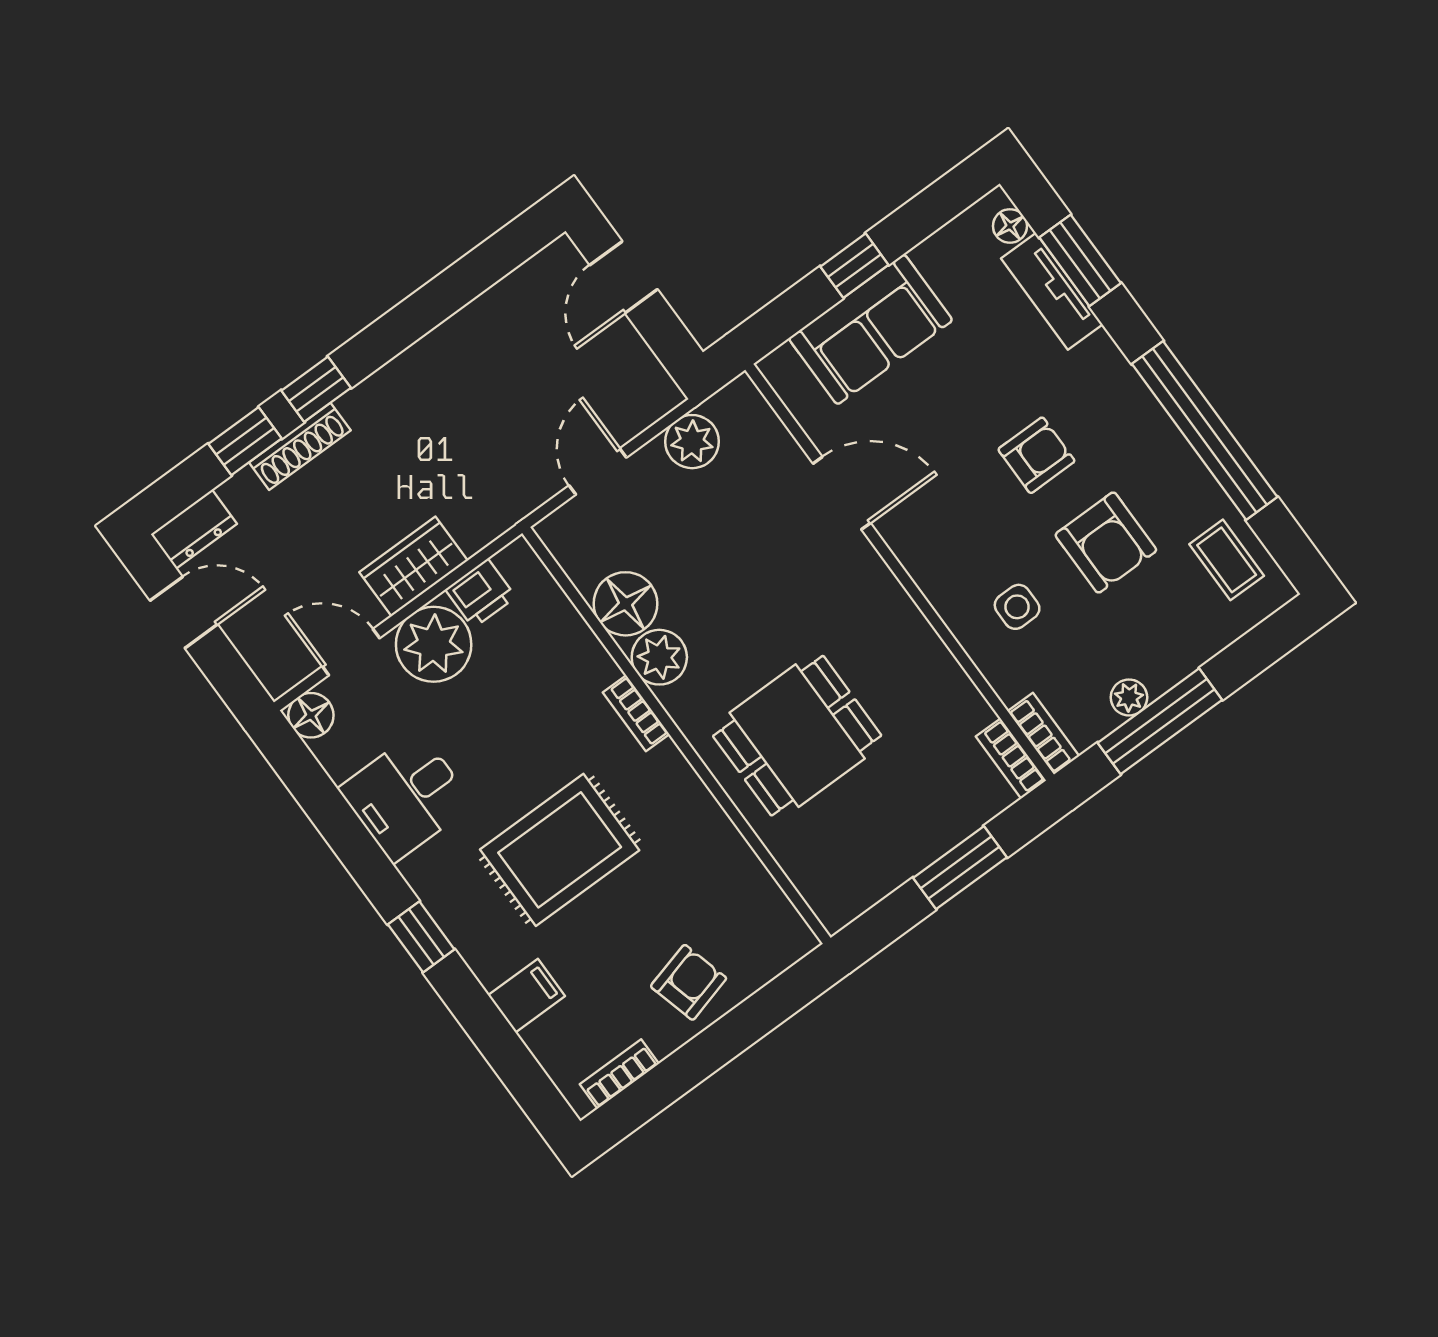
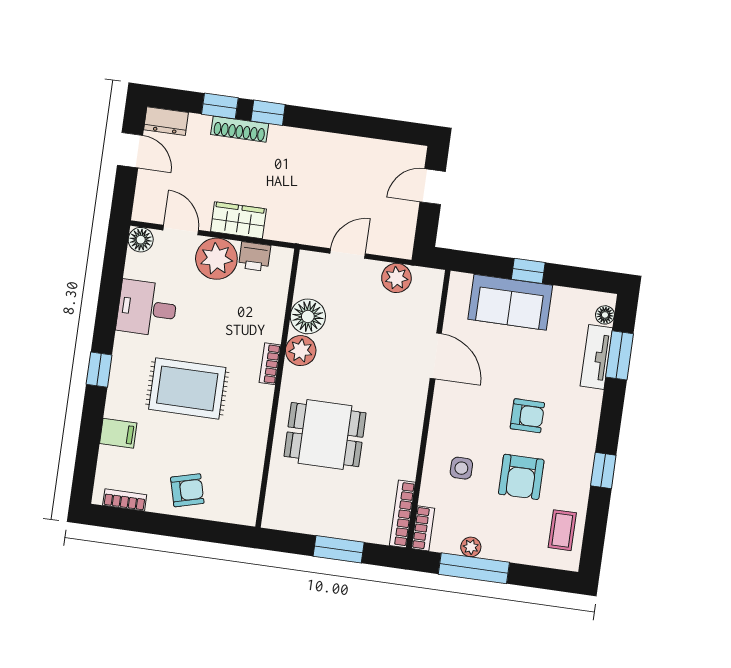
window: (1205, 430) -> (603, 471), width x0.32
bookcase: (1011, 758) -> (402, 514), width x1.56

